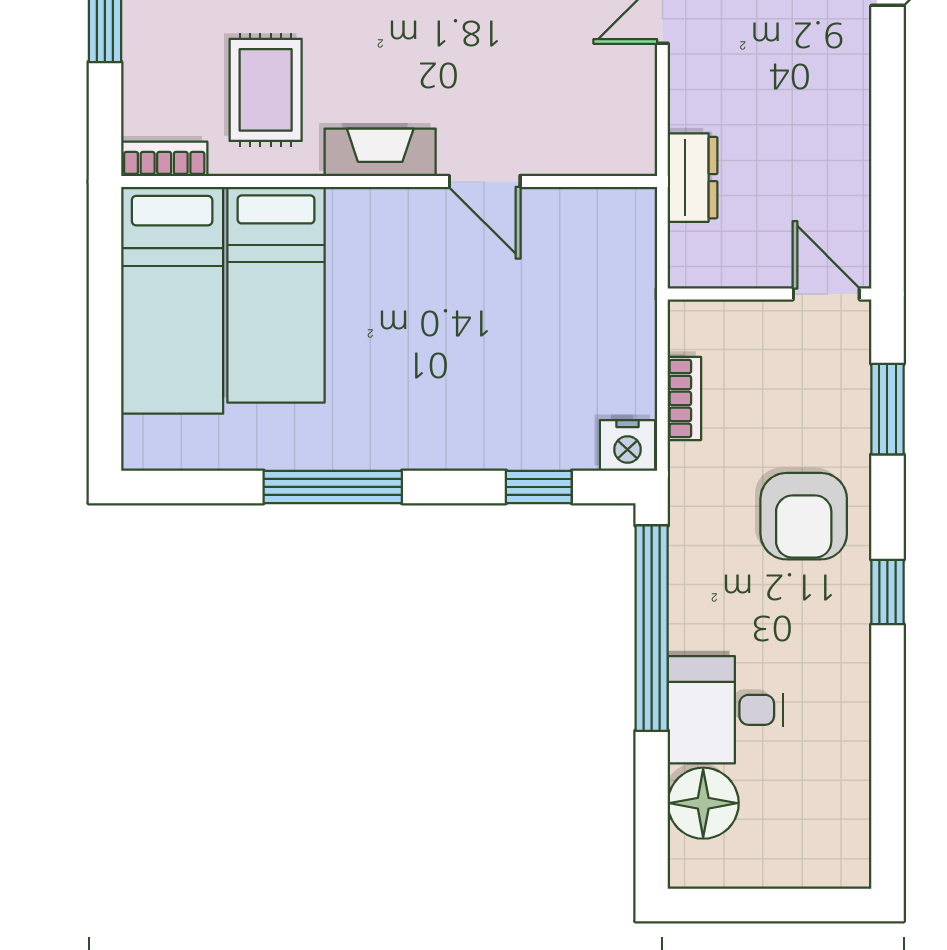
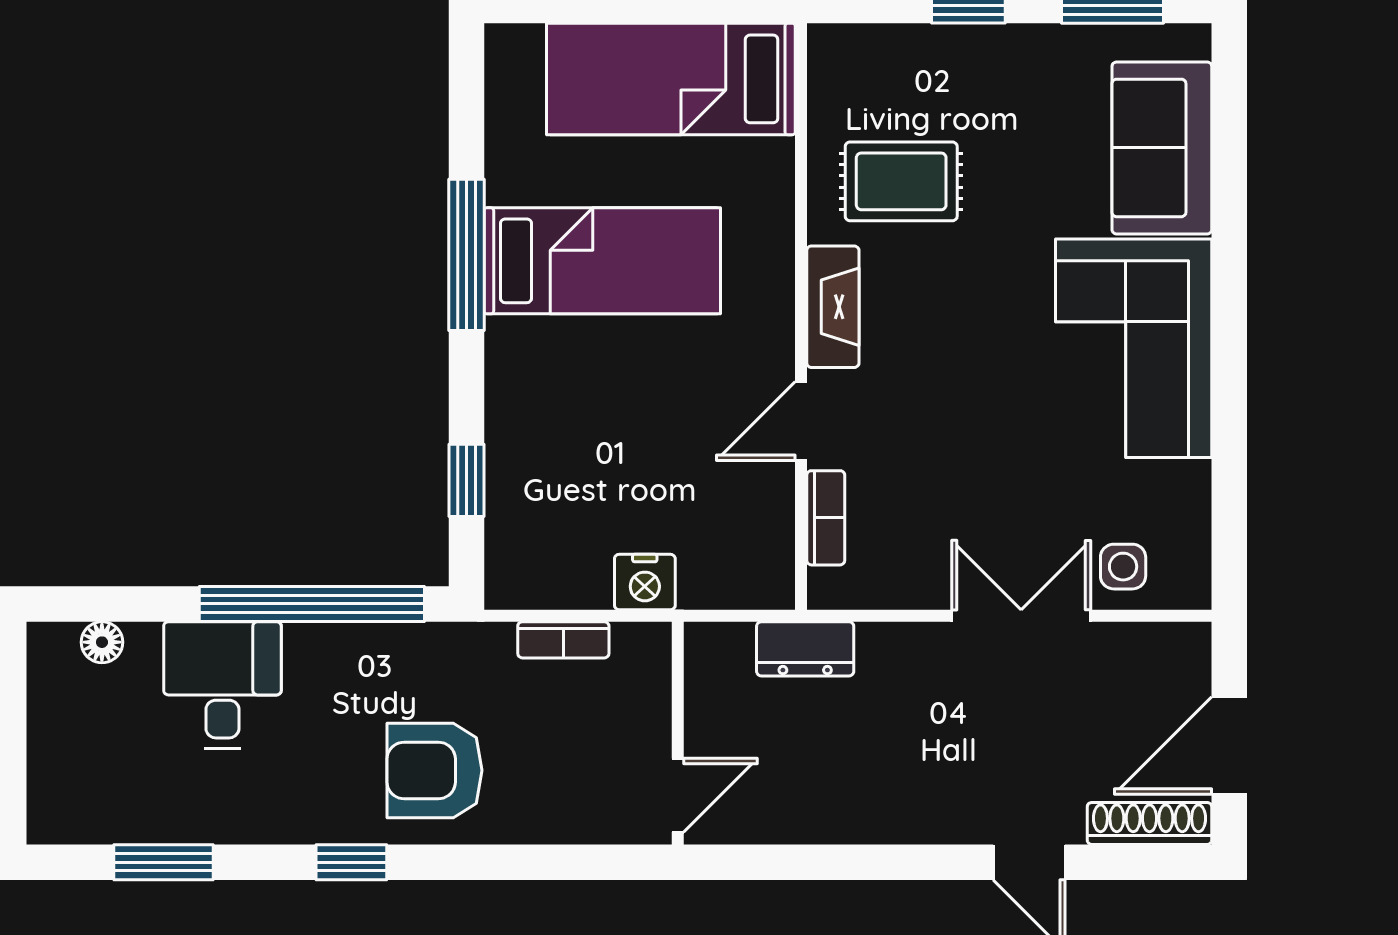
bookcase: (164, 159) -> (826, 518), moved
bed: (276, 295) -> (602, 261), moved, turned 180
window: (887, 409) -> (164, 862), moved
nightstand: (627, 445) -> (645, 582), moved, turned -90
floor lamp: (703, 803) -> (102, 642), width x0.53, depth x0.53

